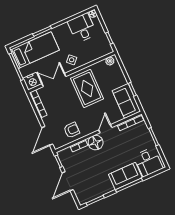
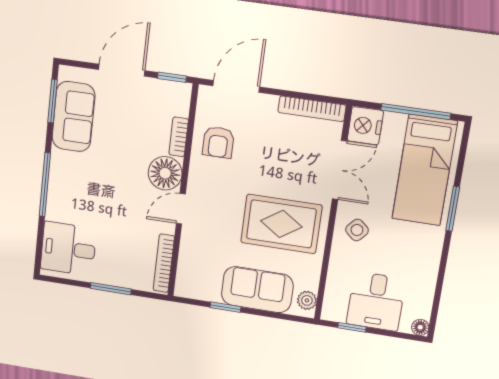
desk: (82, 28) -> (376, 301), moved, turned 90
sofa: (126, 101) -> (257, 290), moved
door: (105, 129) -> (181, 209), swing flipped
door: (47, 136) -> (236, 86), hinge flipped
sofa: (125, 176) -> (73, 117), moved
door: (68, 181) -> (122, 70), hinge flipped

